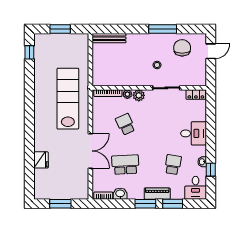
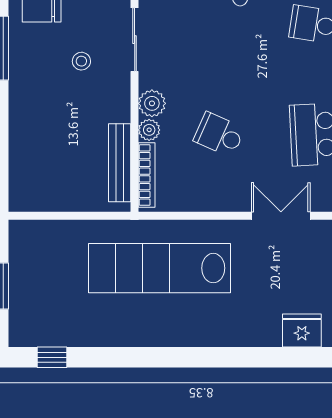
bench: (109, 38) -> (120, 163), moved
school desk: (125, 124) -> (219, 135), turned 48
double door: (90, 151) -> (281, 216), width x0.73

